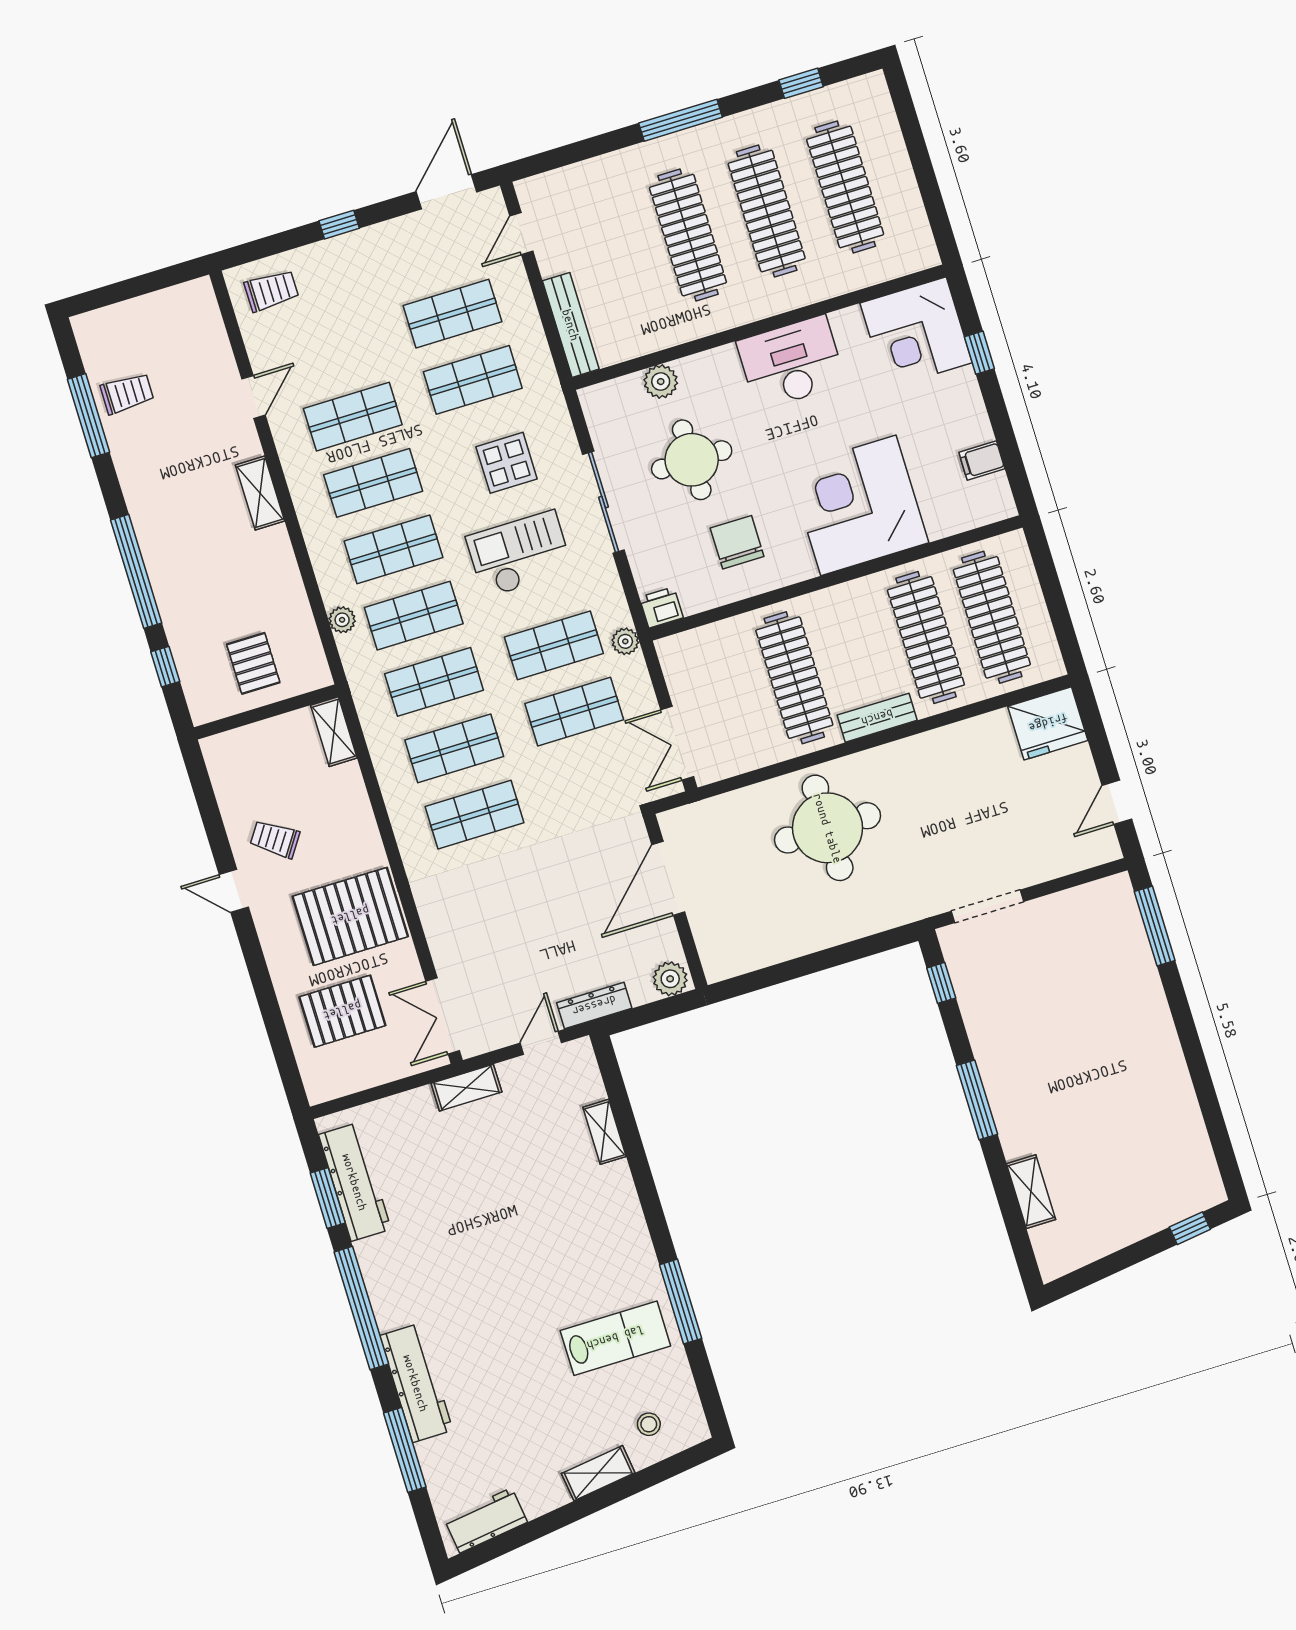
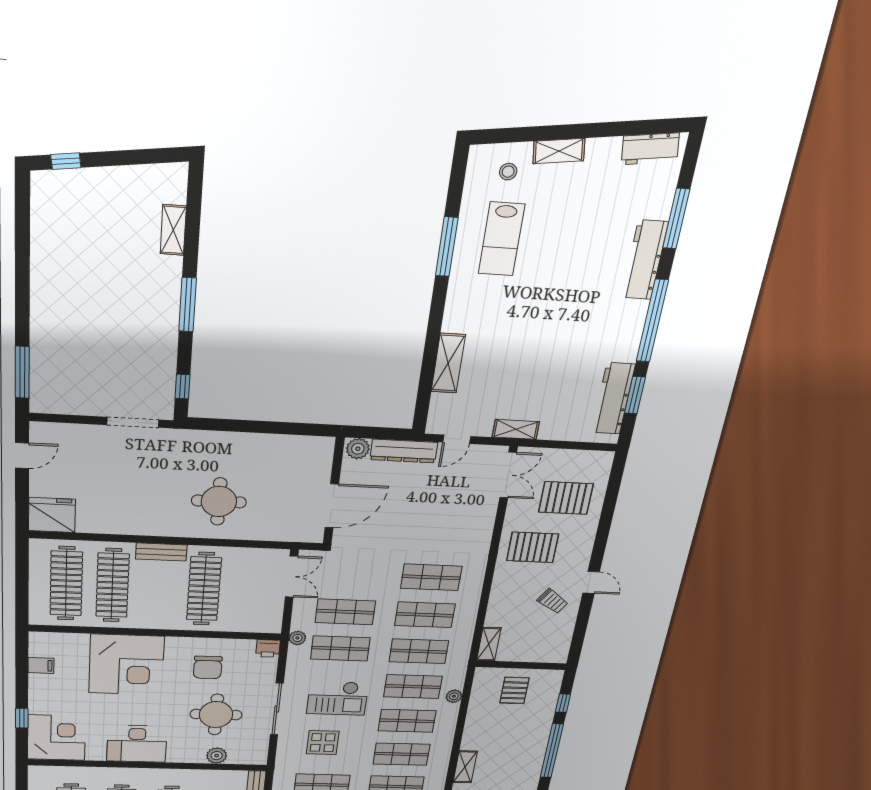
round table: (828, 828) -> (219, 501), width x0.73, depth x0.73
pallet: (350, 916) -> (533, 547), width x0.73, depth x0.71
dresser: (594, 1006) -> (404, 451), width x1.37, depth x1.24
shelving: (605, 1132) -> (448, 363), width x1.50, depth x1.33
lab bench: (615, 1338) -> (502, 239), turned -90

